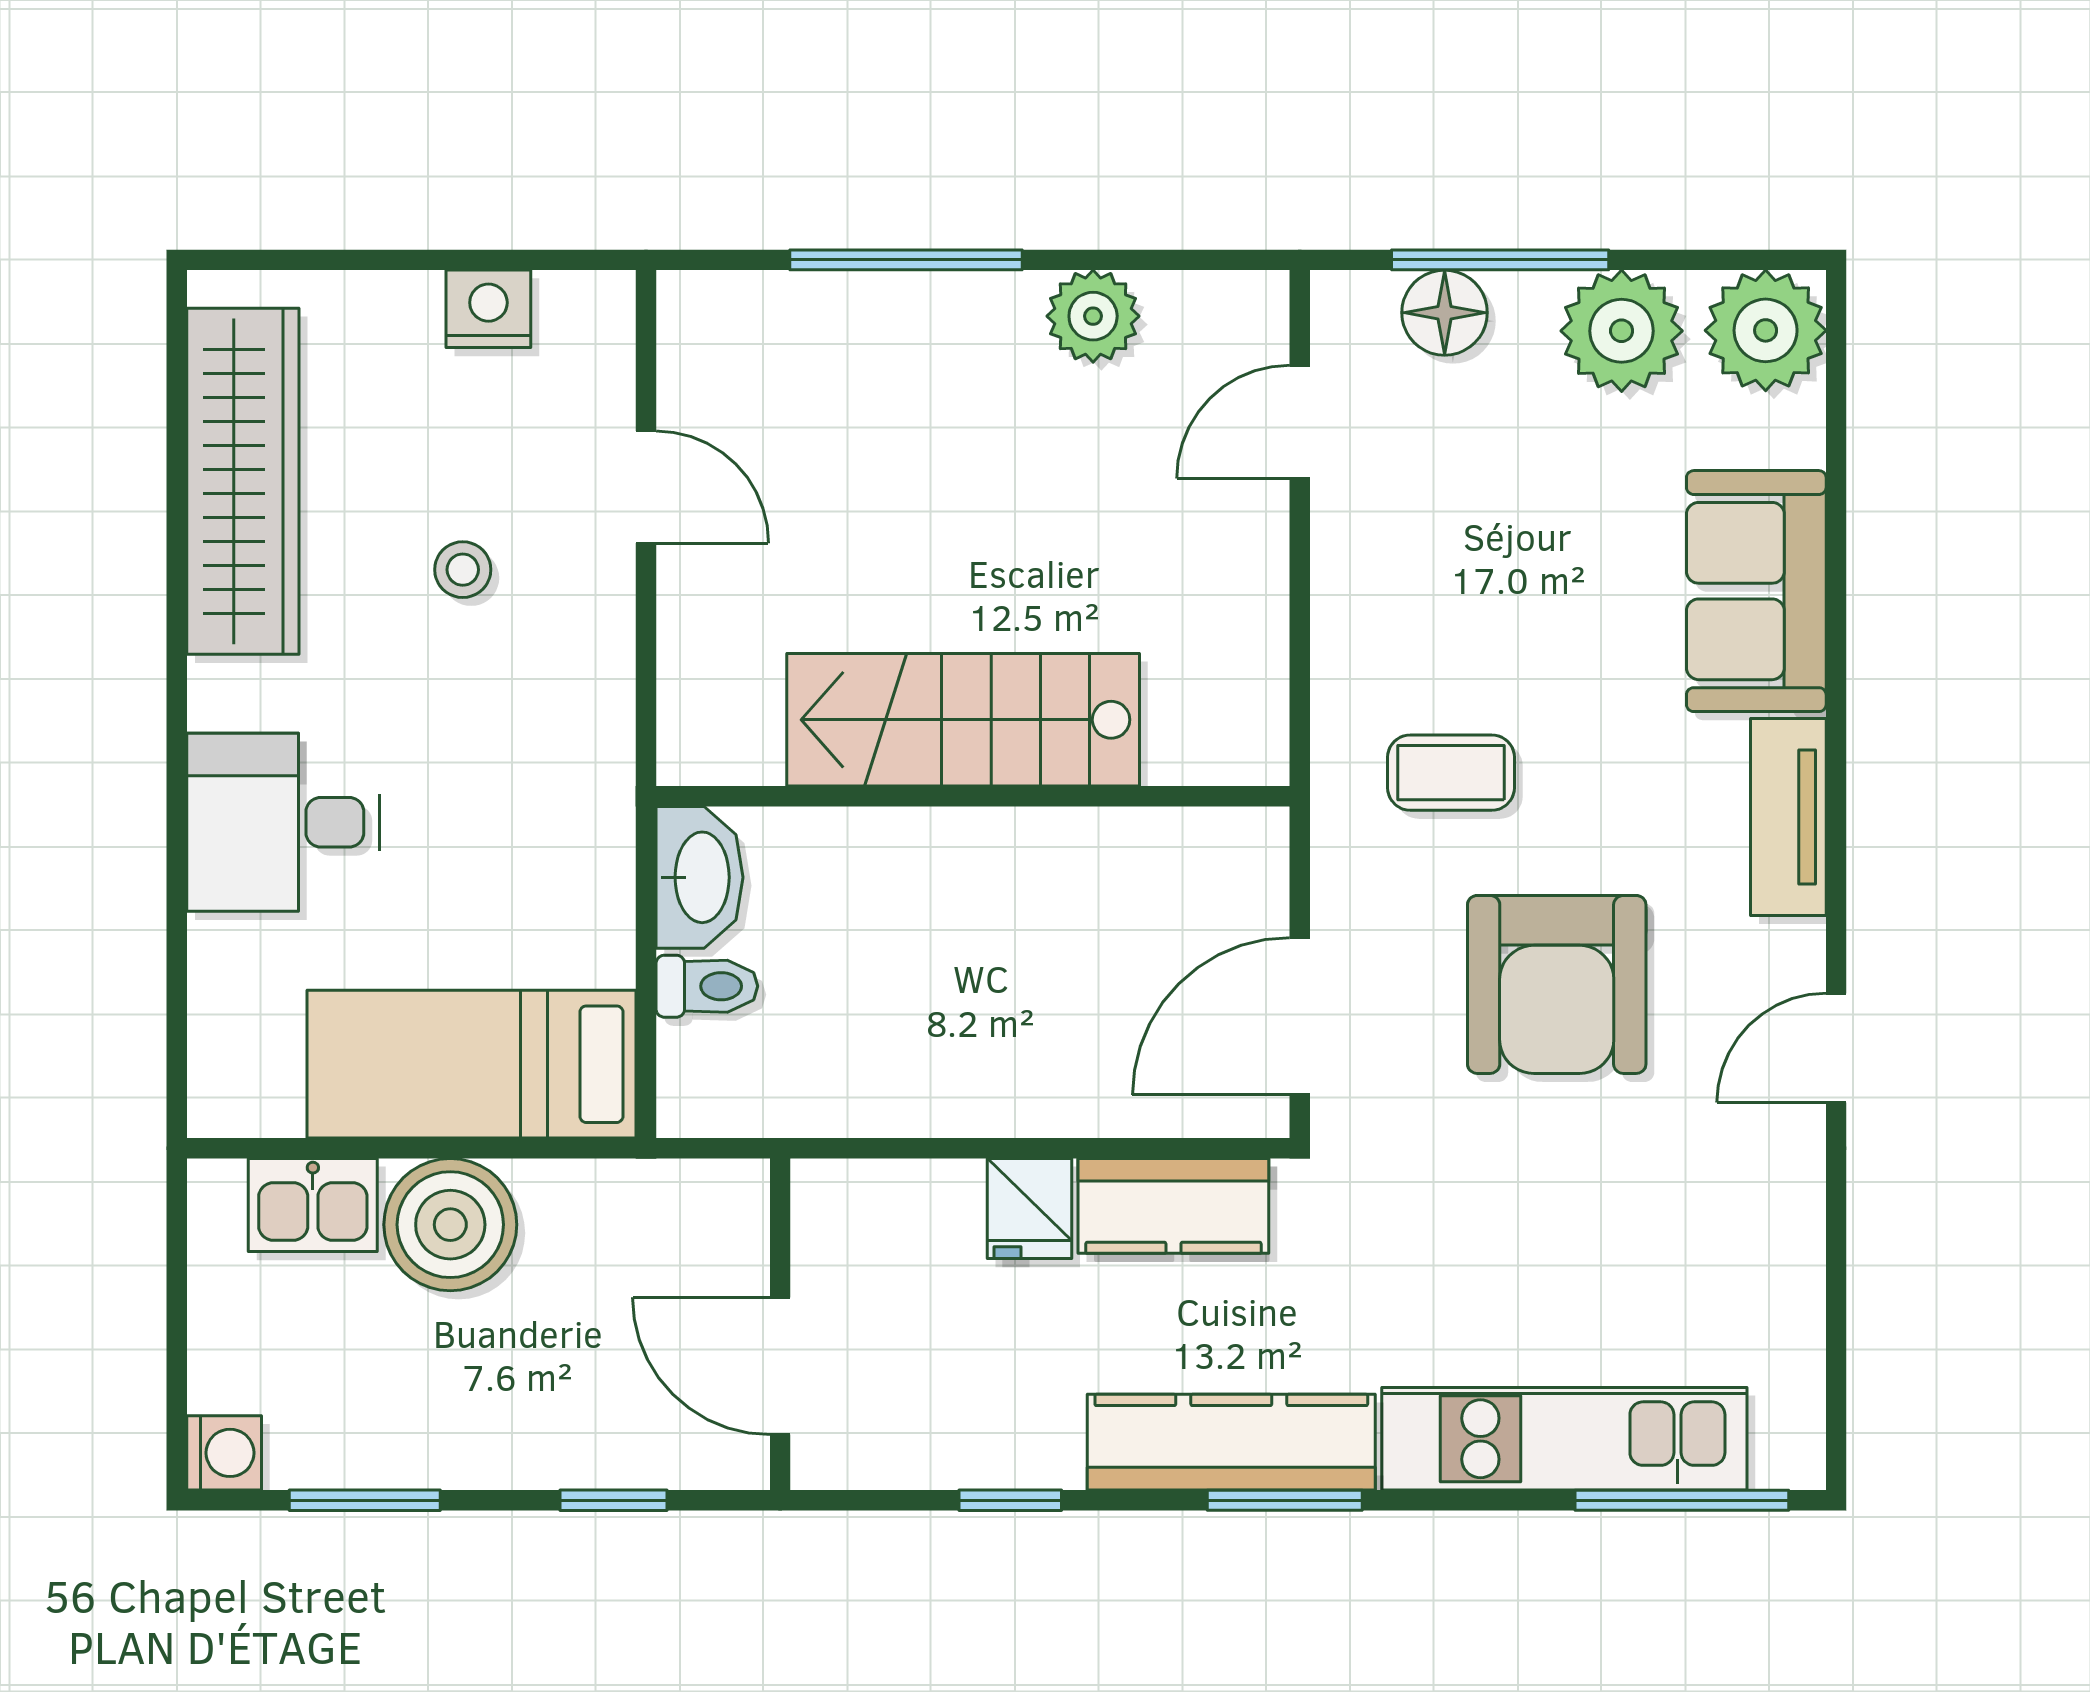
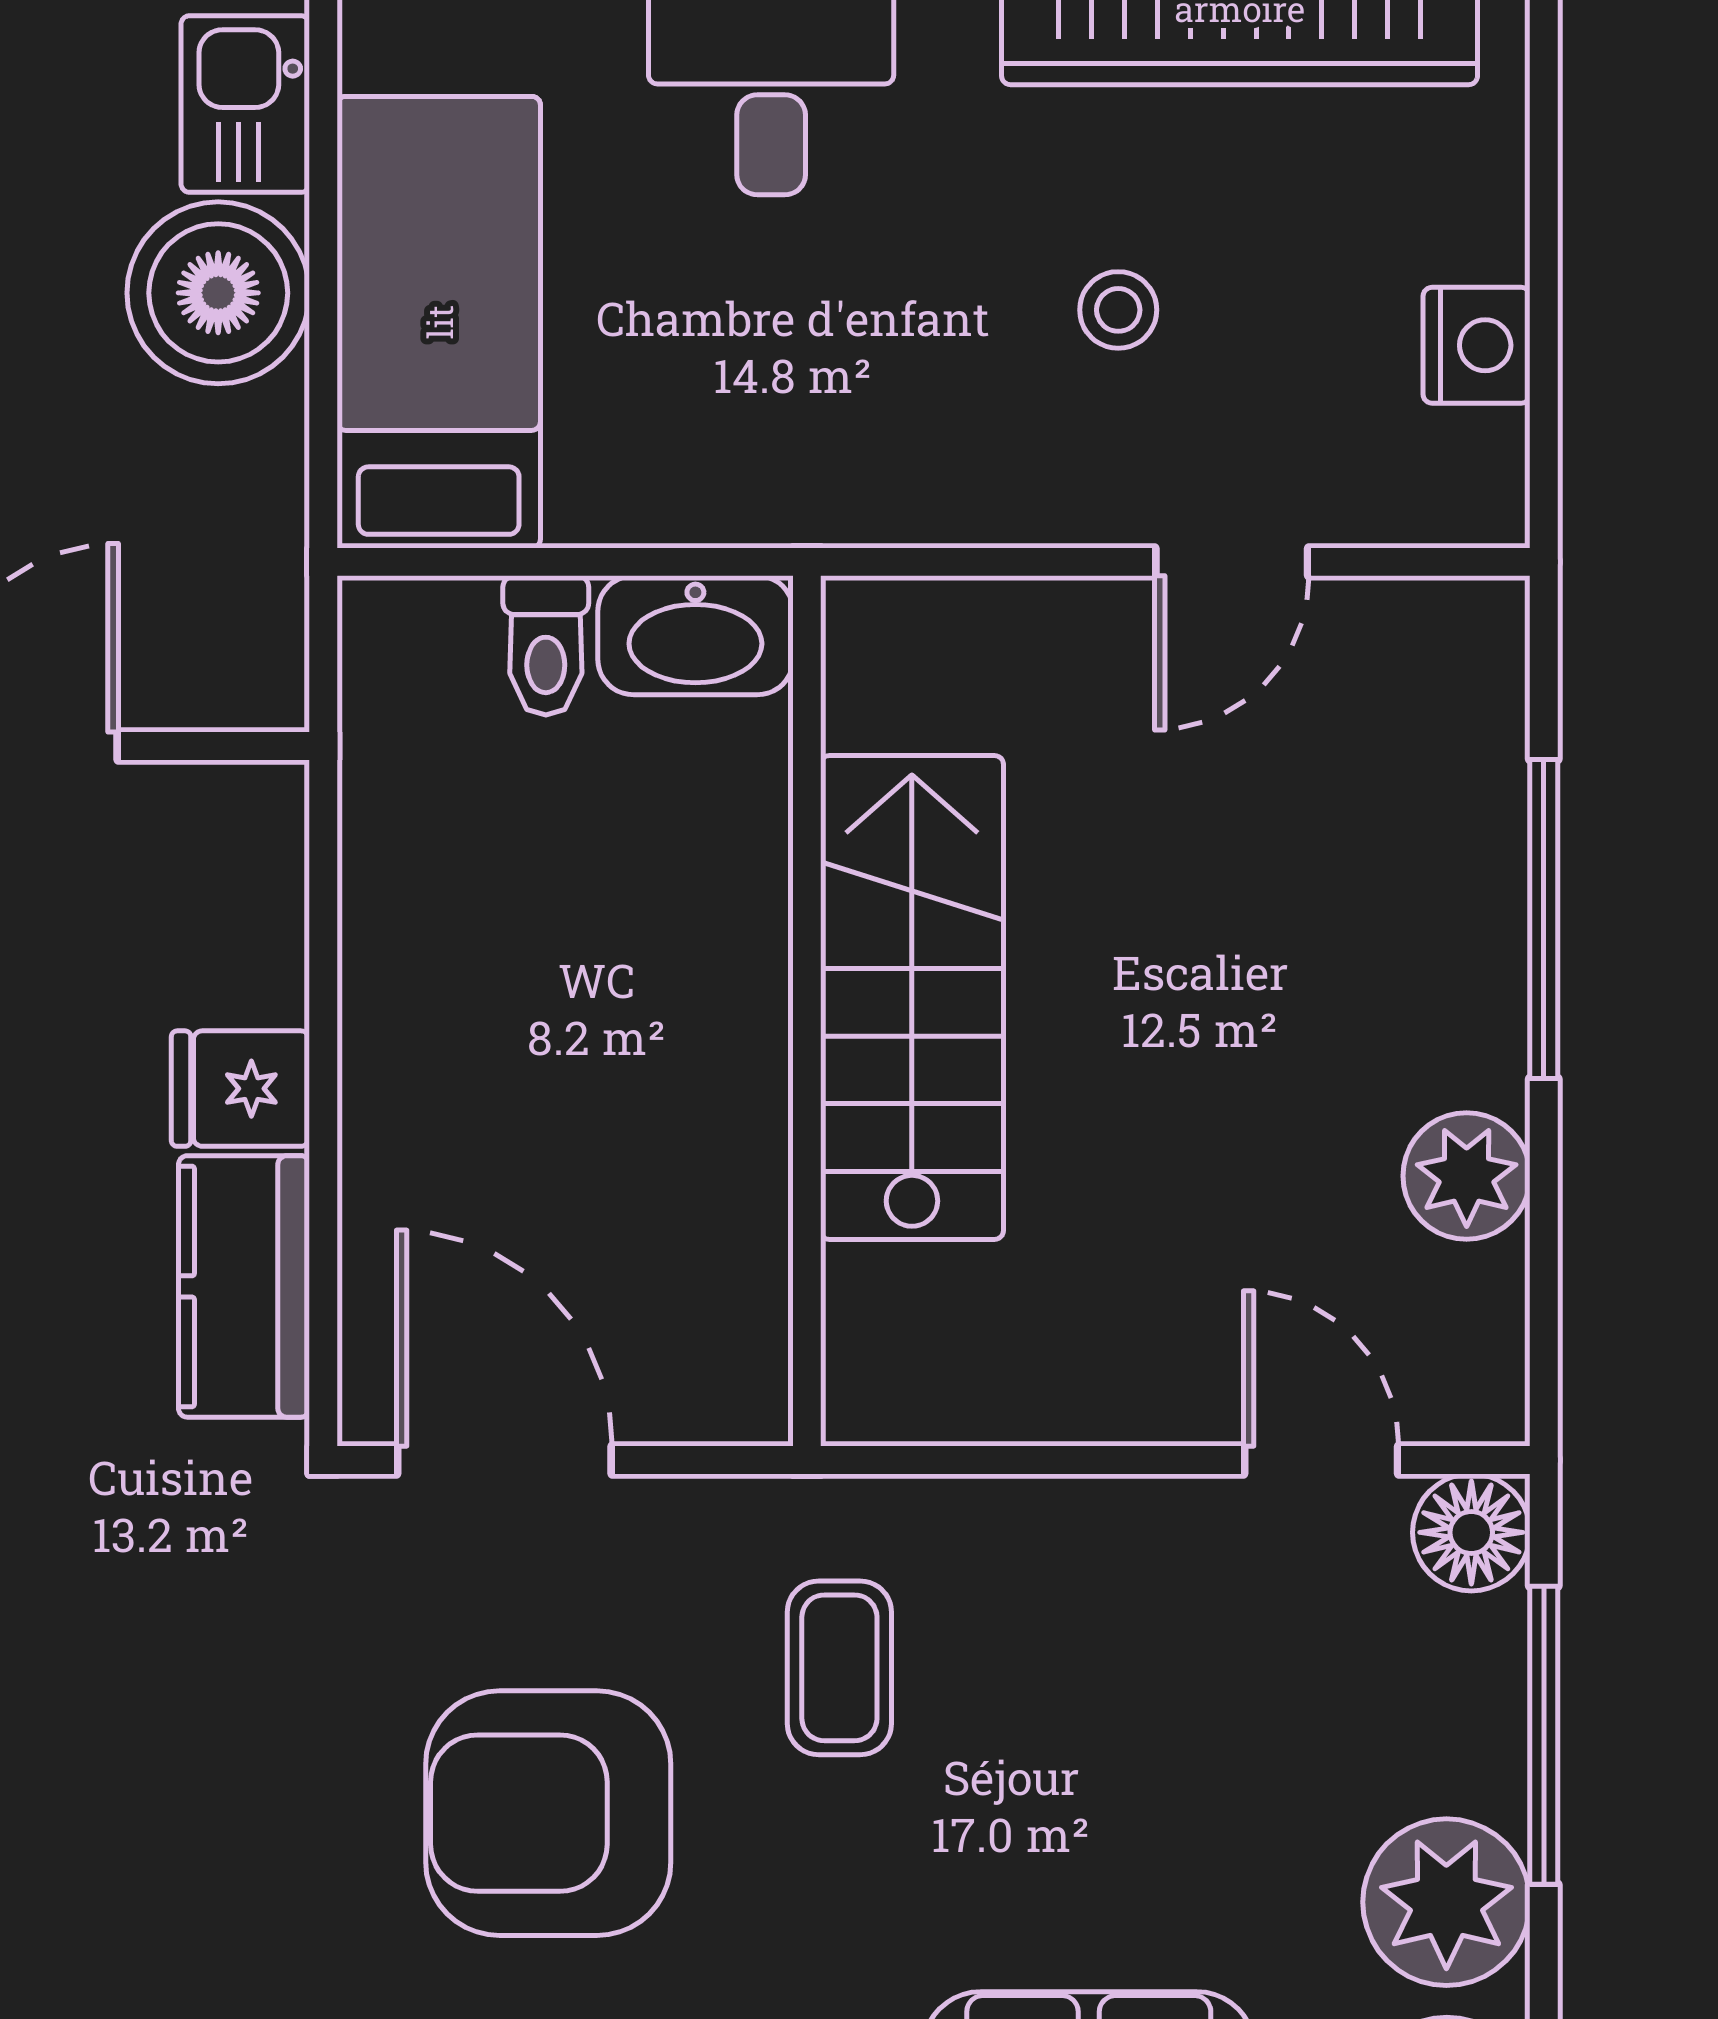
floor lamp: (1445, 313) -> (1471, 1532), moved

